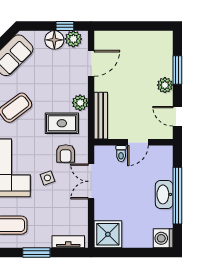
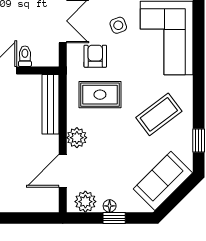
window: (65, 26) -> (114, 218), moved
floor lamp: (54, 40) -> (110, 206), width x0.53, depth x0.53
plant: (80, 103) -> (77, 138), moved

